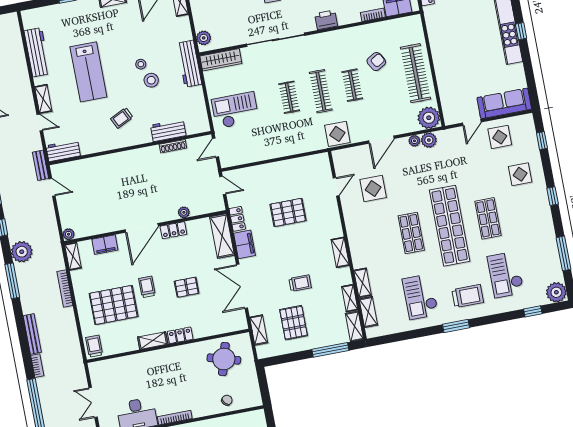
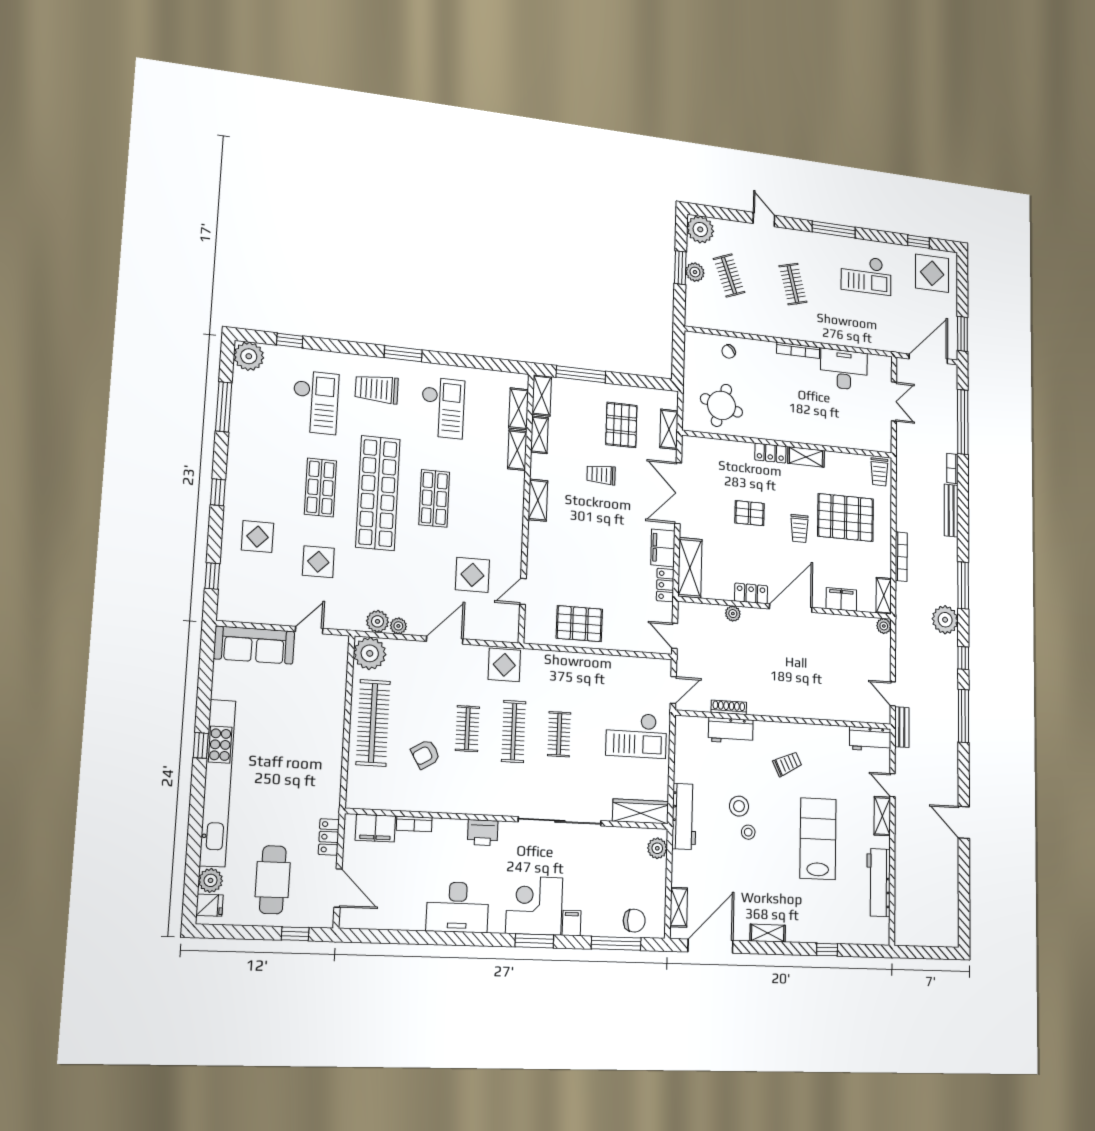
display table: (500, 137) -> (318, 562), moved
pallet: (288, 212) -> (579, 624), moved
double door: (242, 286) -> (678, 493), swing flipped

